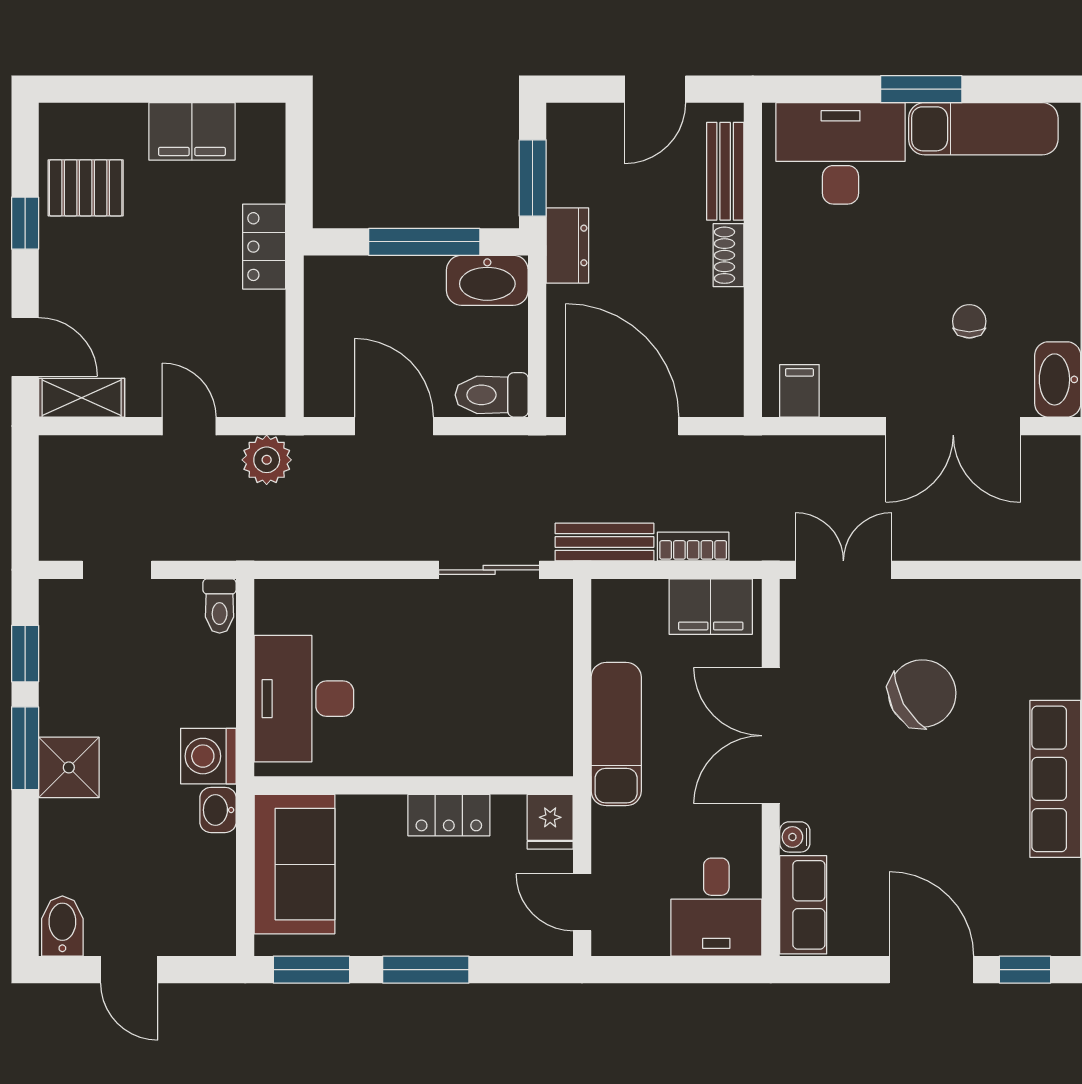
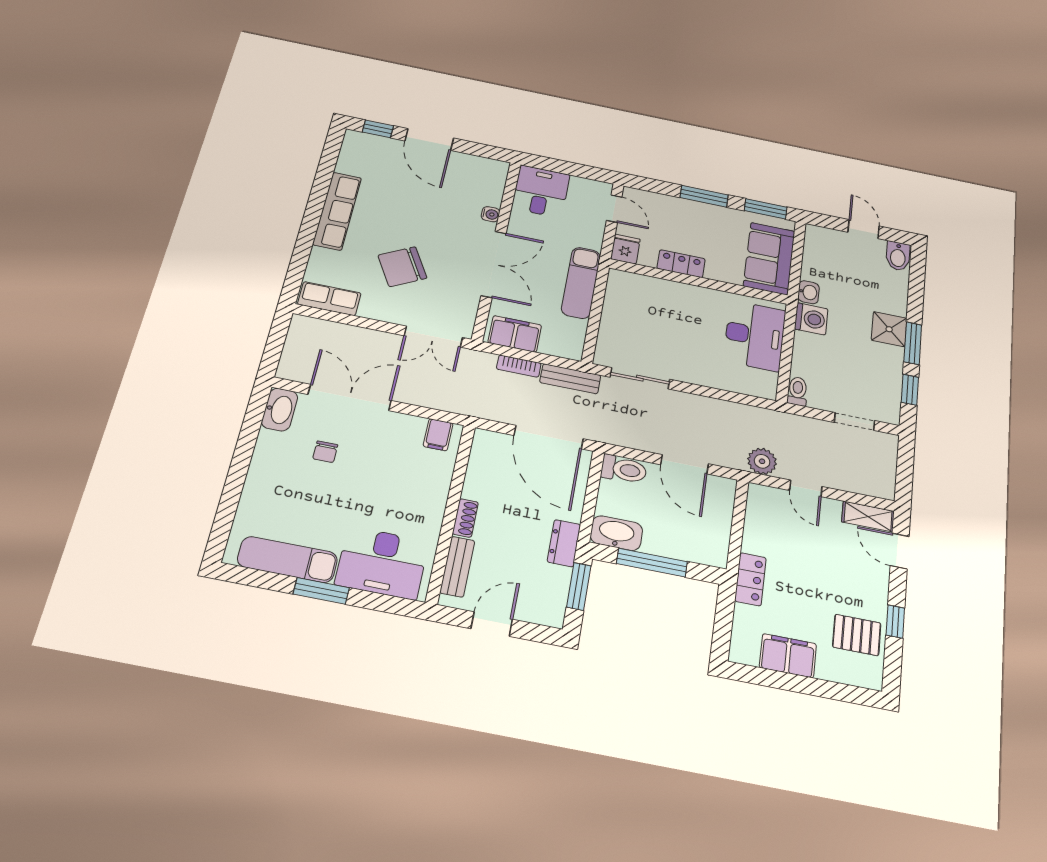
row of seats: (803, 905) -> (329, 299), moved, turned 90

